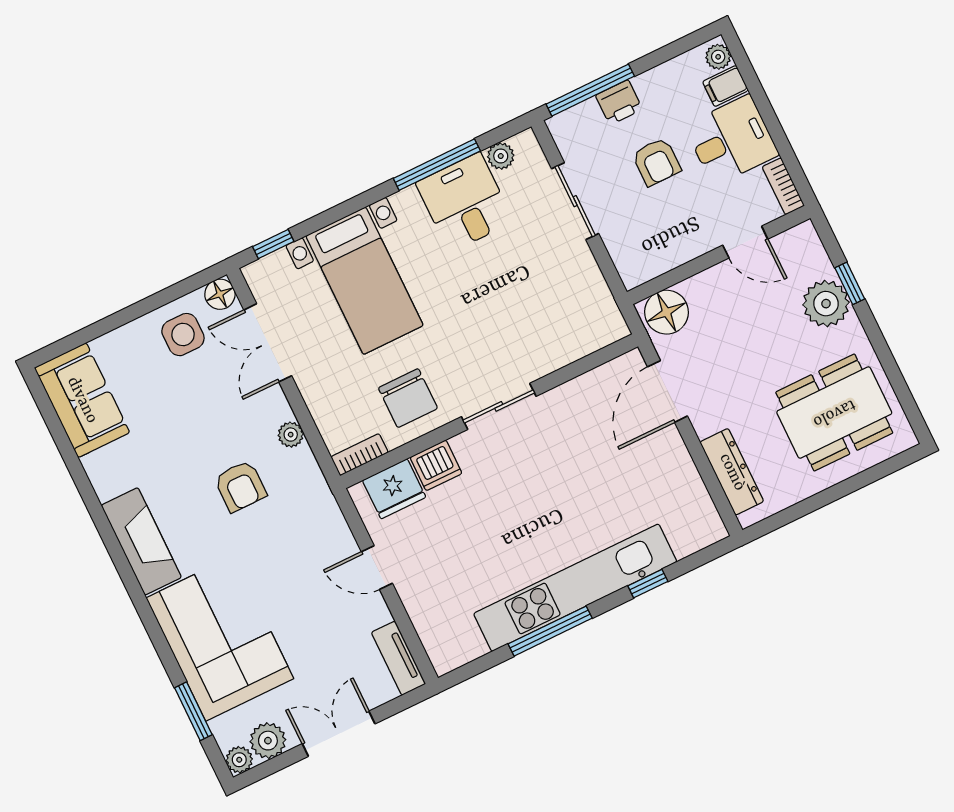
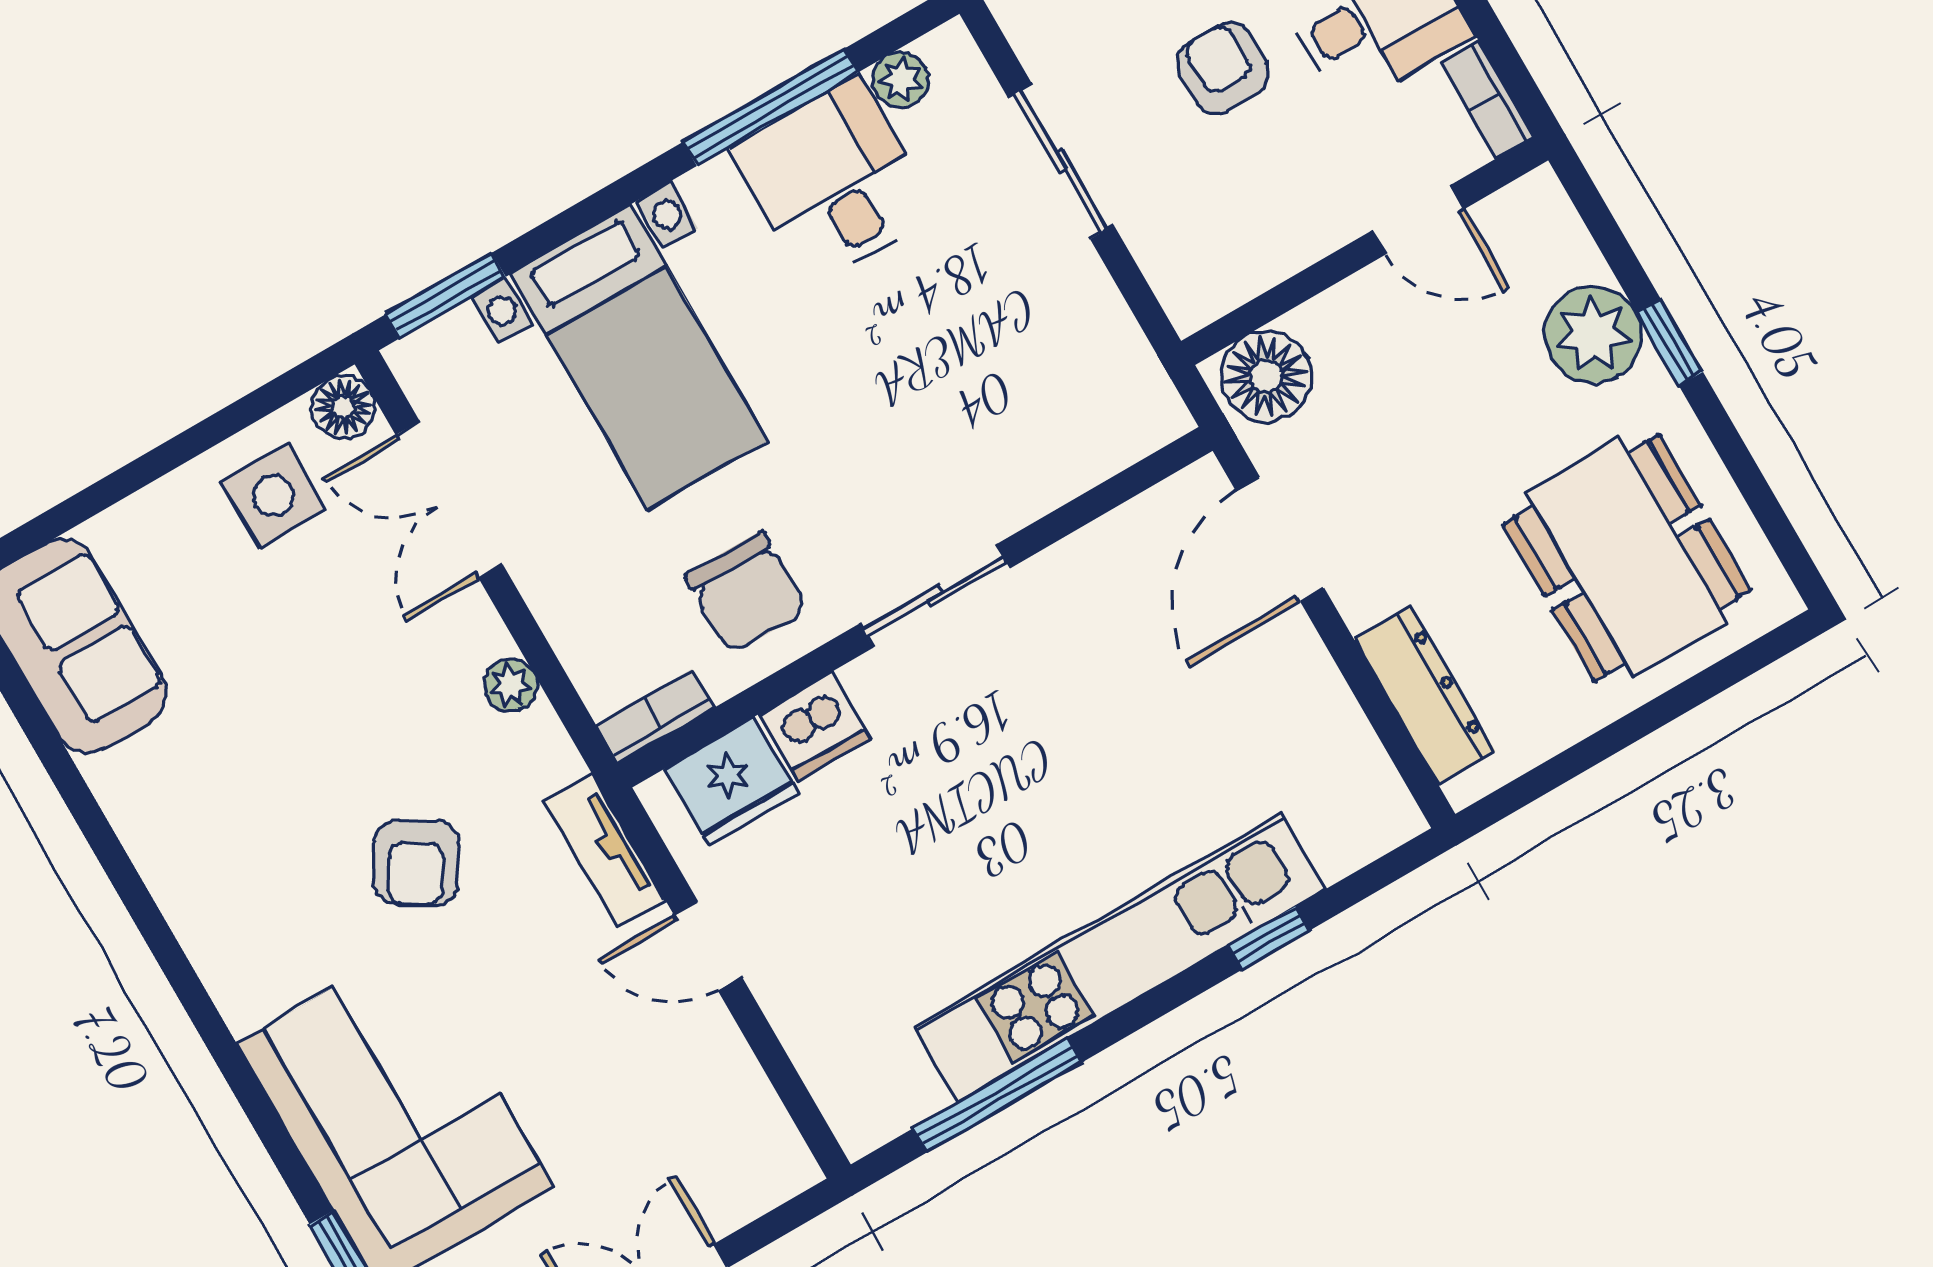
armchair: (656, 162) -> (1223, 68), turned 180
window: (273, 244) -> (446, 296), width x1.50
window: (850, 283) -> (1670, 342), moved
dining table: (834, 413) -> (1627, 558), turned 90
armchair: (240, 486) -> (416, 863), moved, turned 32
fireplace: (141, 541) -> (219, 928), removed
window: (550, 631) -> (998, 1095), moved
tv unit: (399, 658) -> (604, 850), moved

